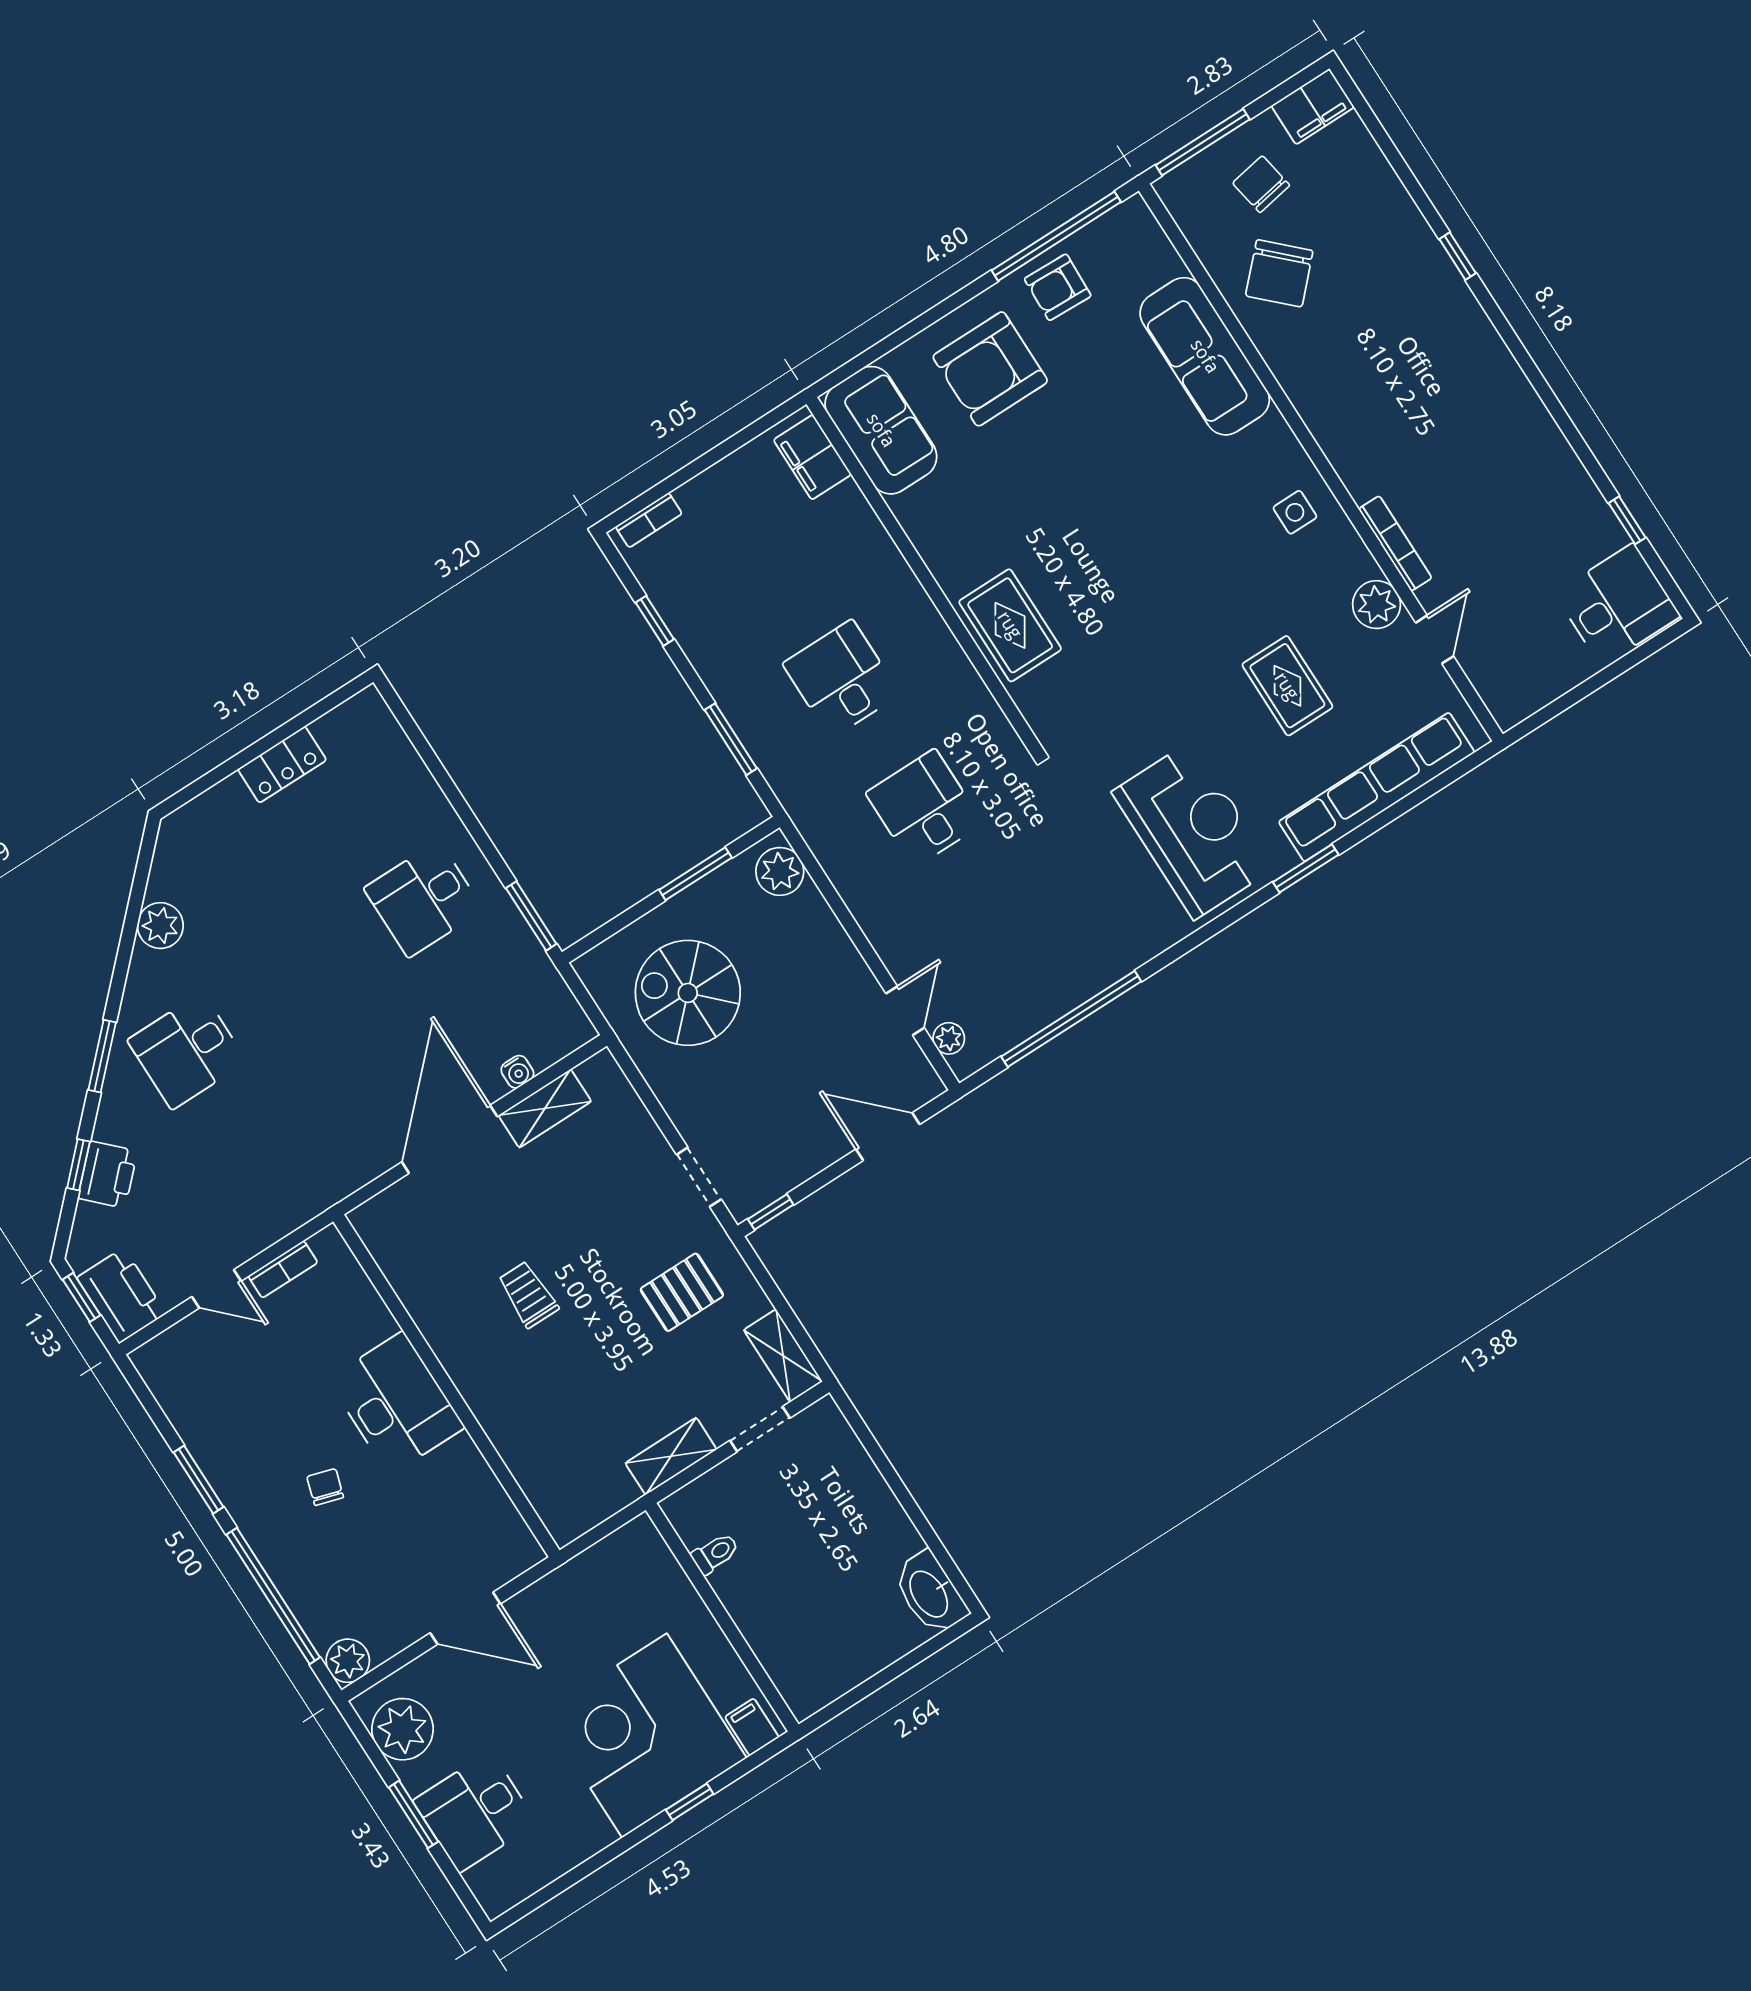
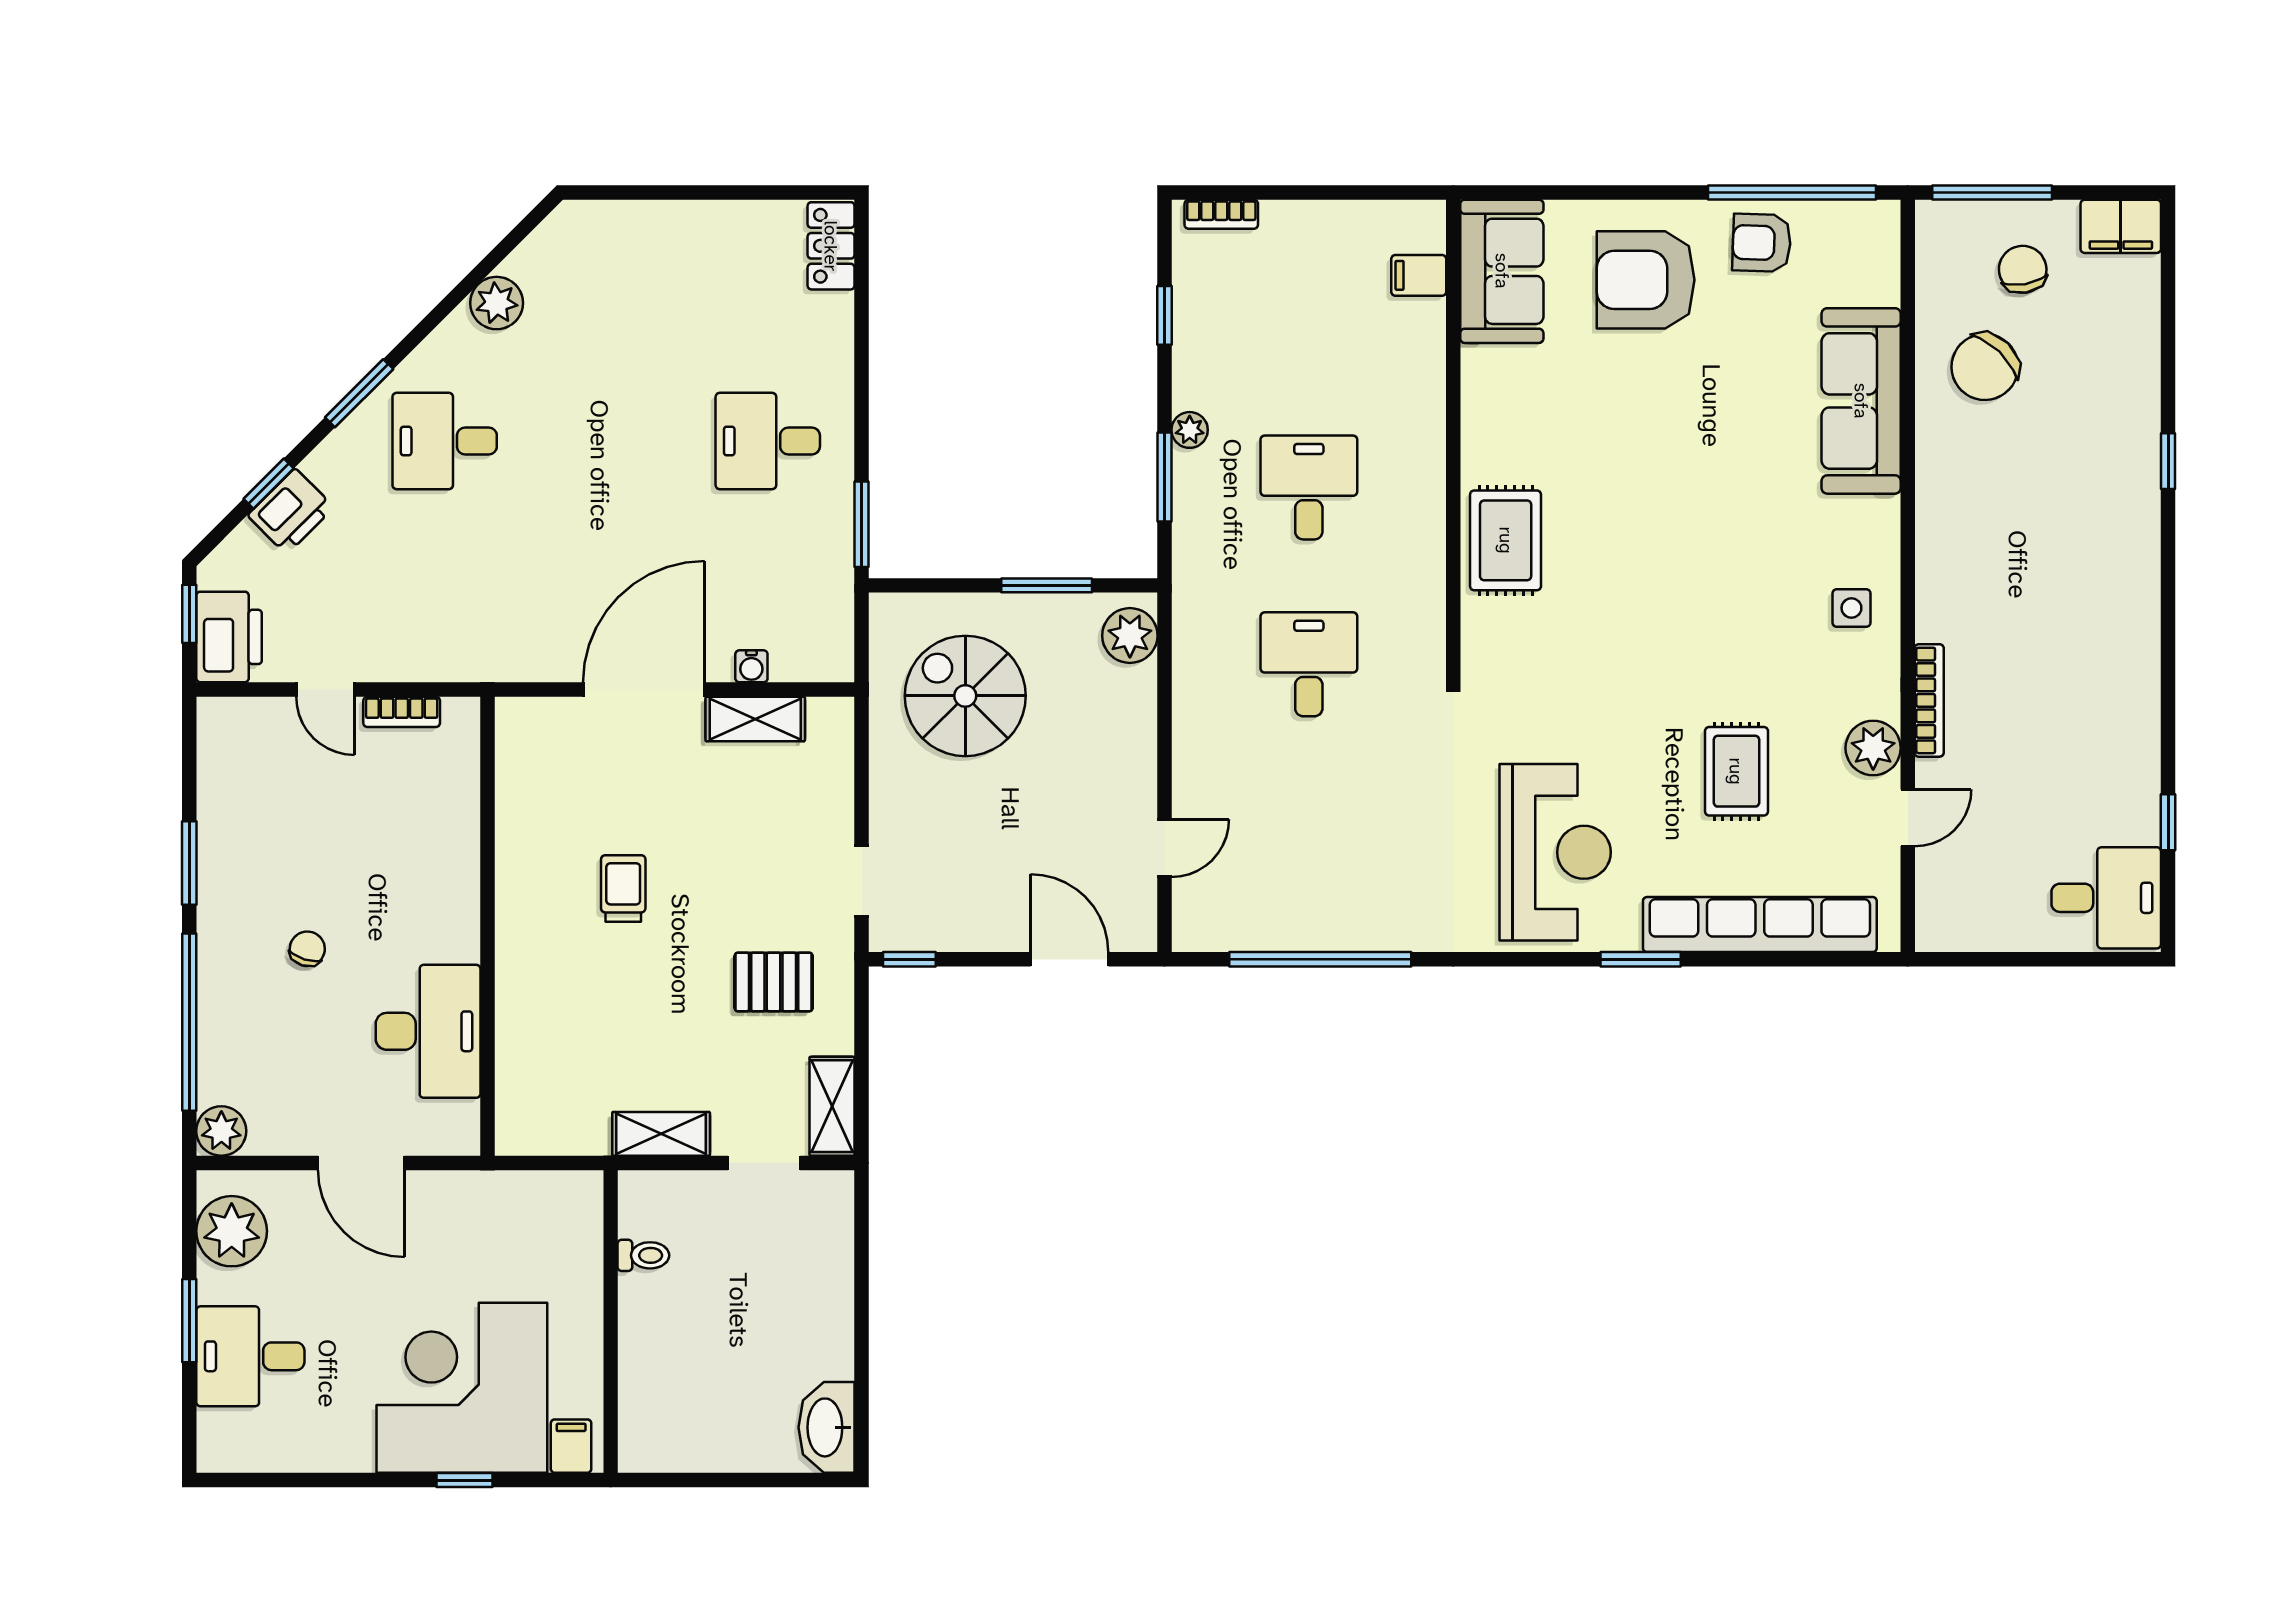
filing cabinet: (812, 457) -> (1419, 275), width x0.50
locker: (282, 765) -> (831, 246), moved, turned 90
plant: (949, 1038) -> (1190, 430), moved
desk: (396, 1403) -> (428, 1031), moved

